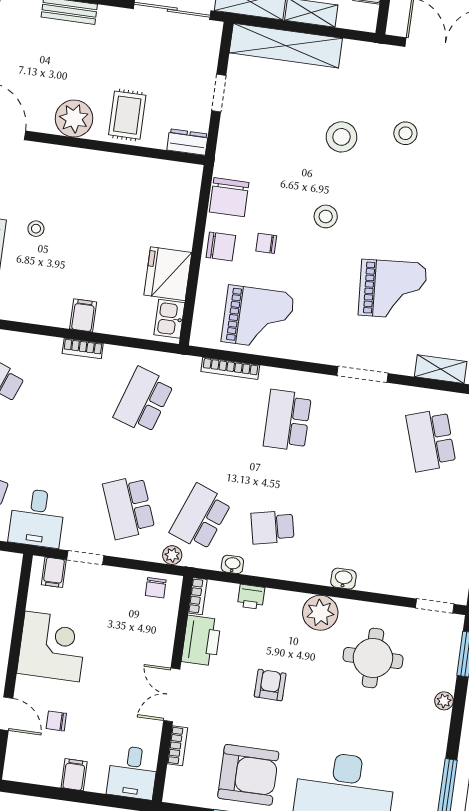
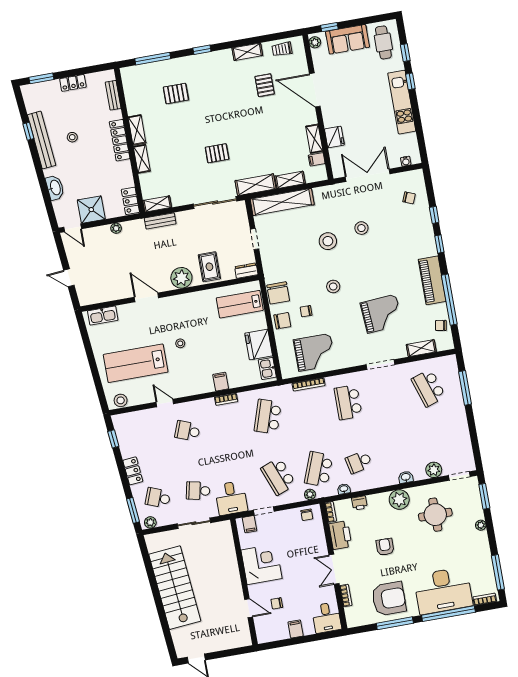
lab bench: (158, 195) -> (240, 304), added
plant: (395, 582) -> (434, 470), added

